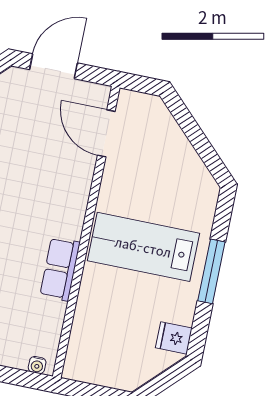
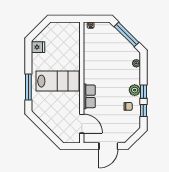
row of seats: (60, 269) -> (89, 96), moved
window: (211, 271) -> (28, 87), moved

